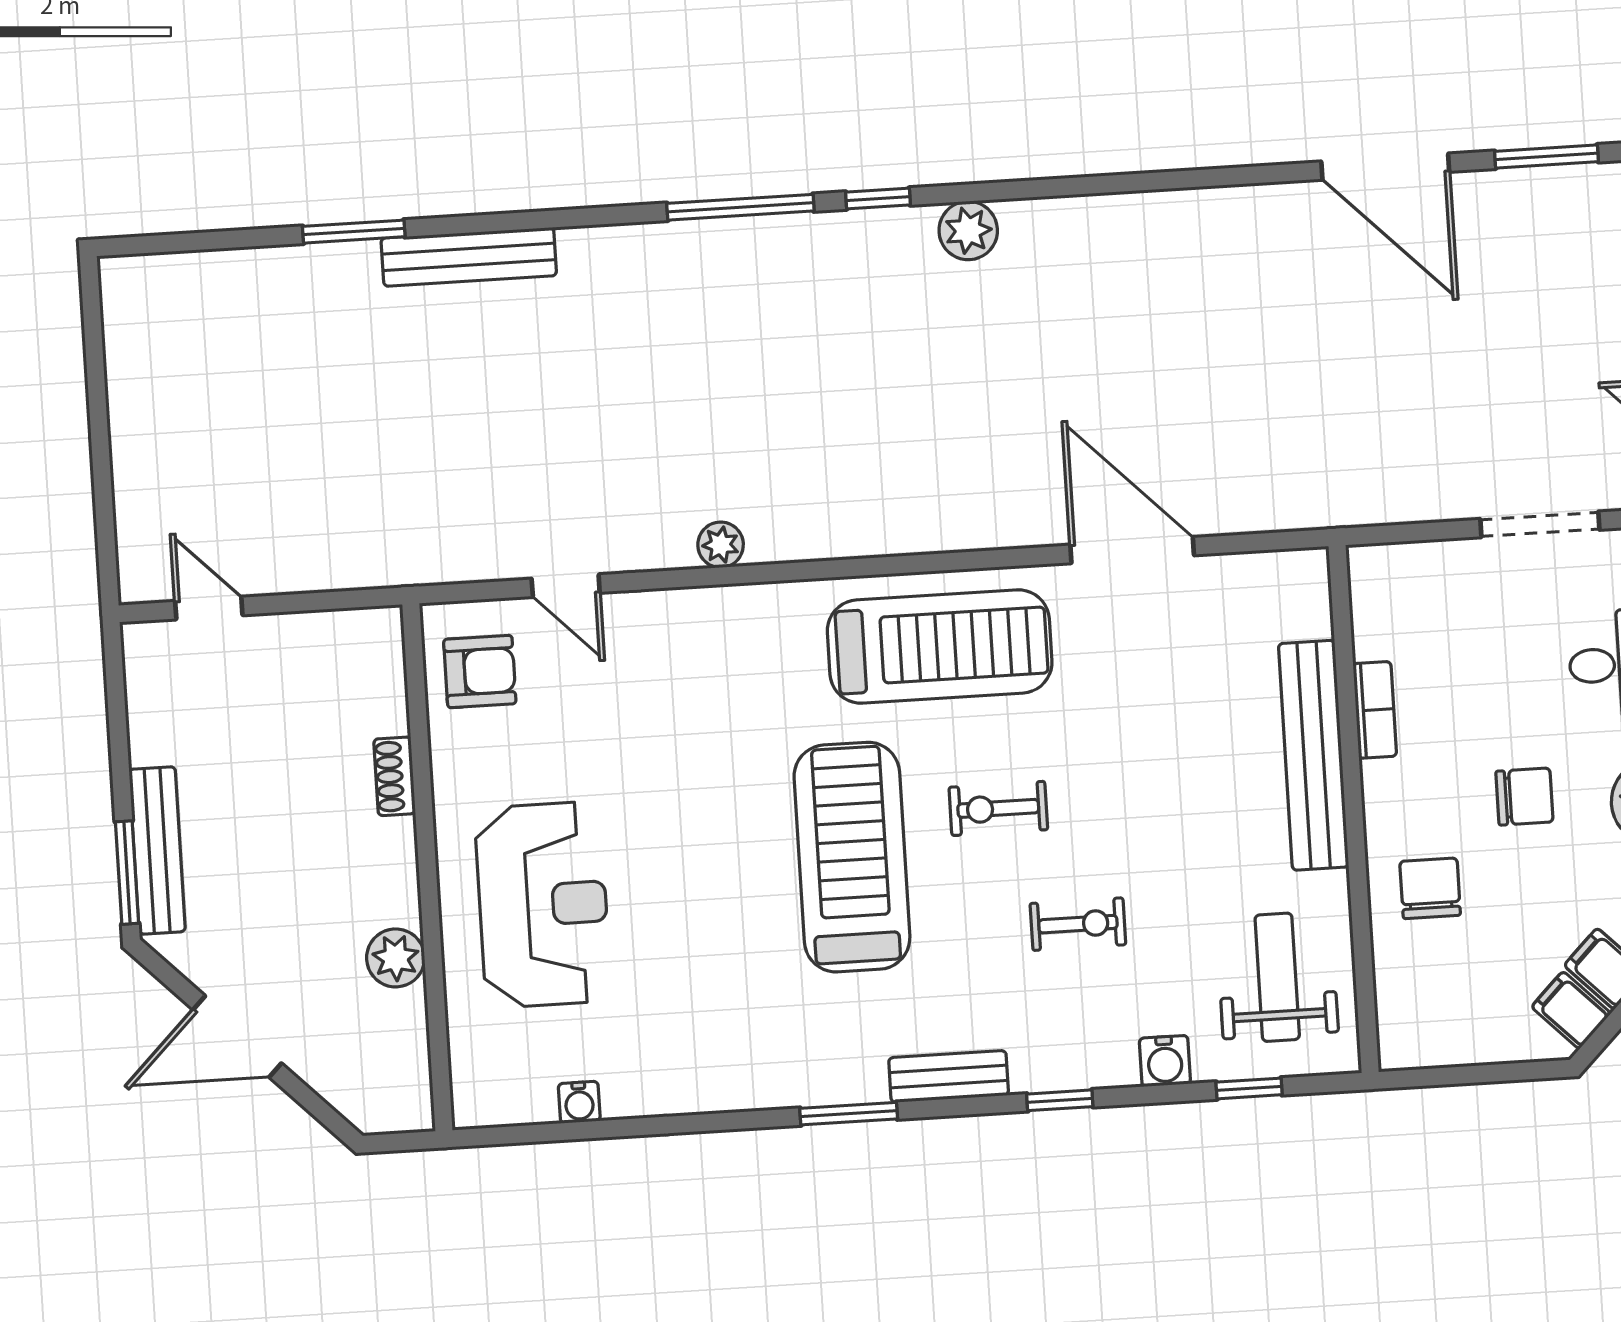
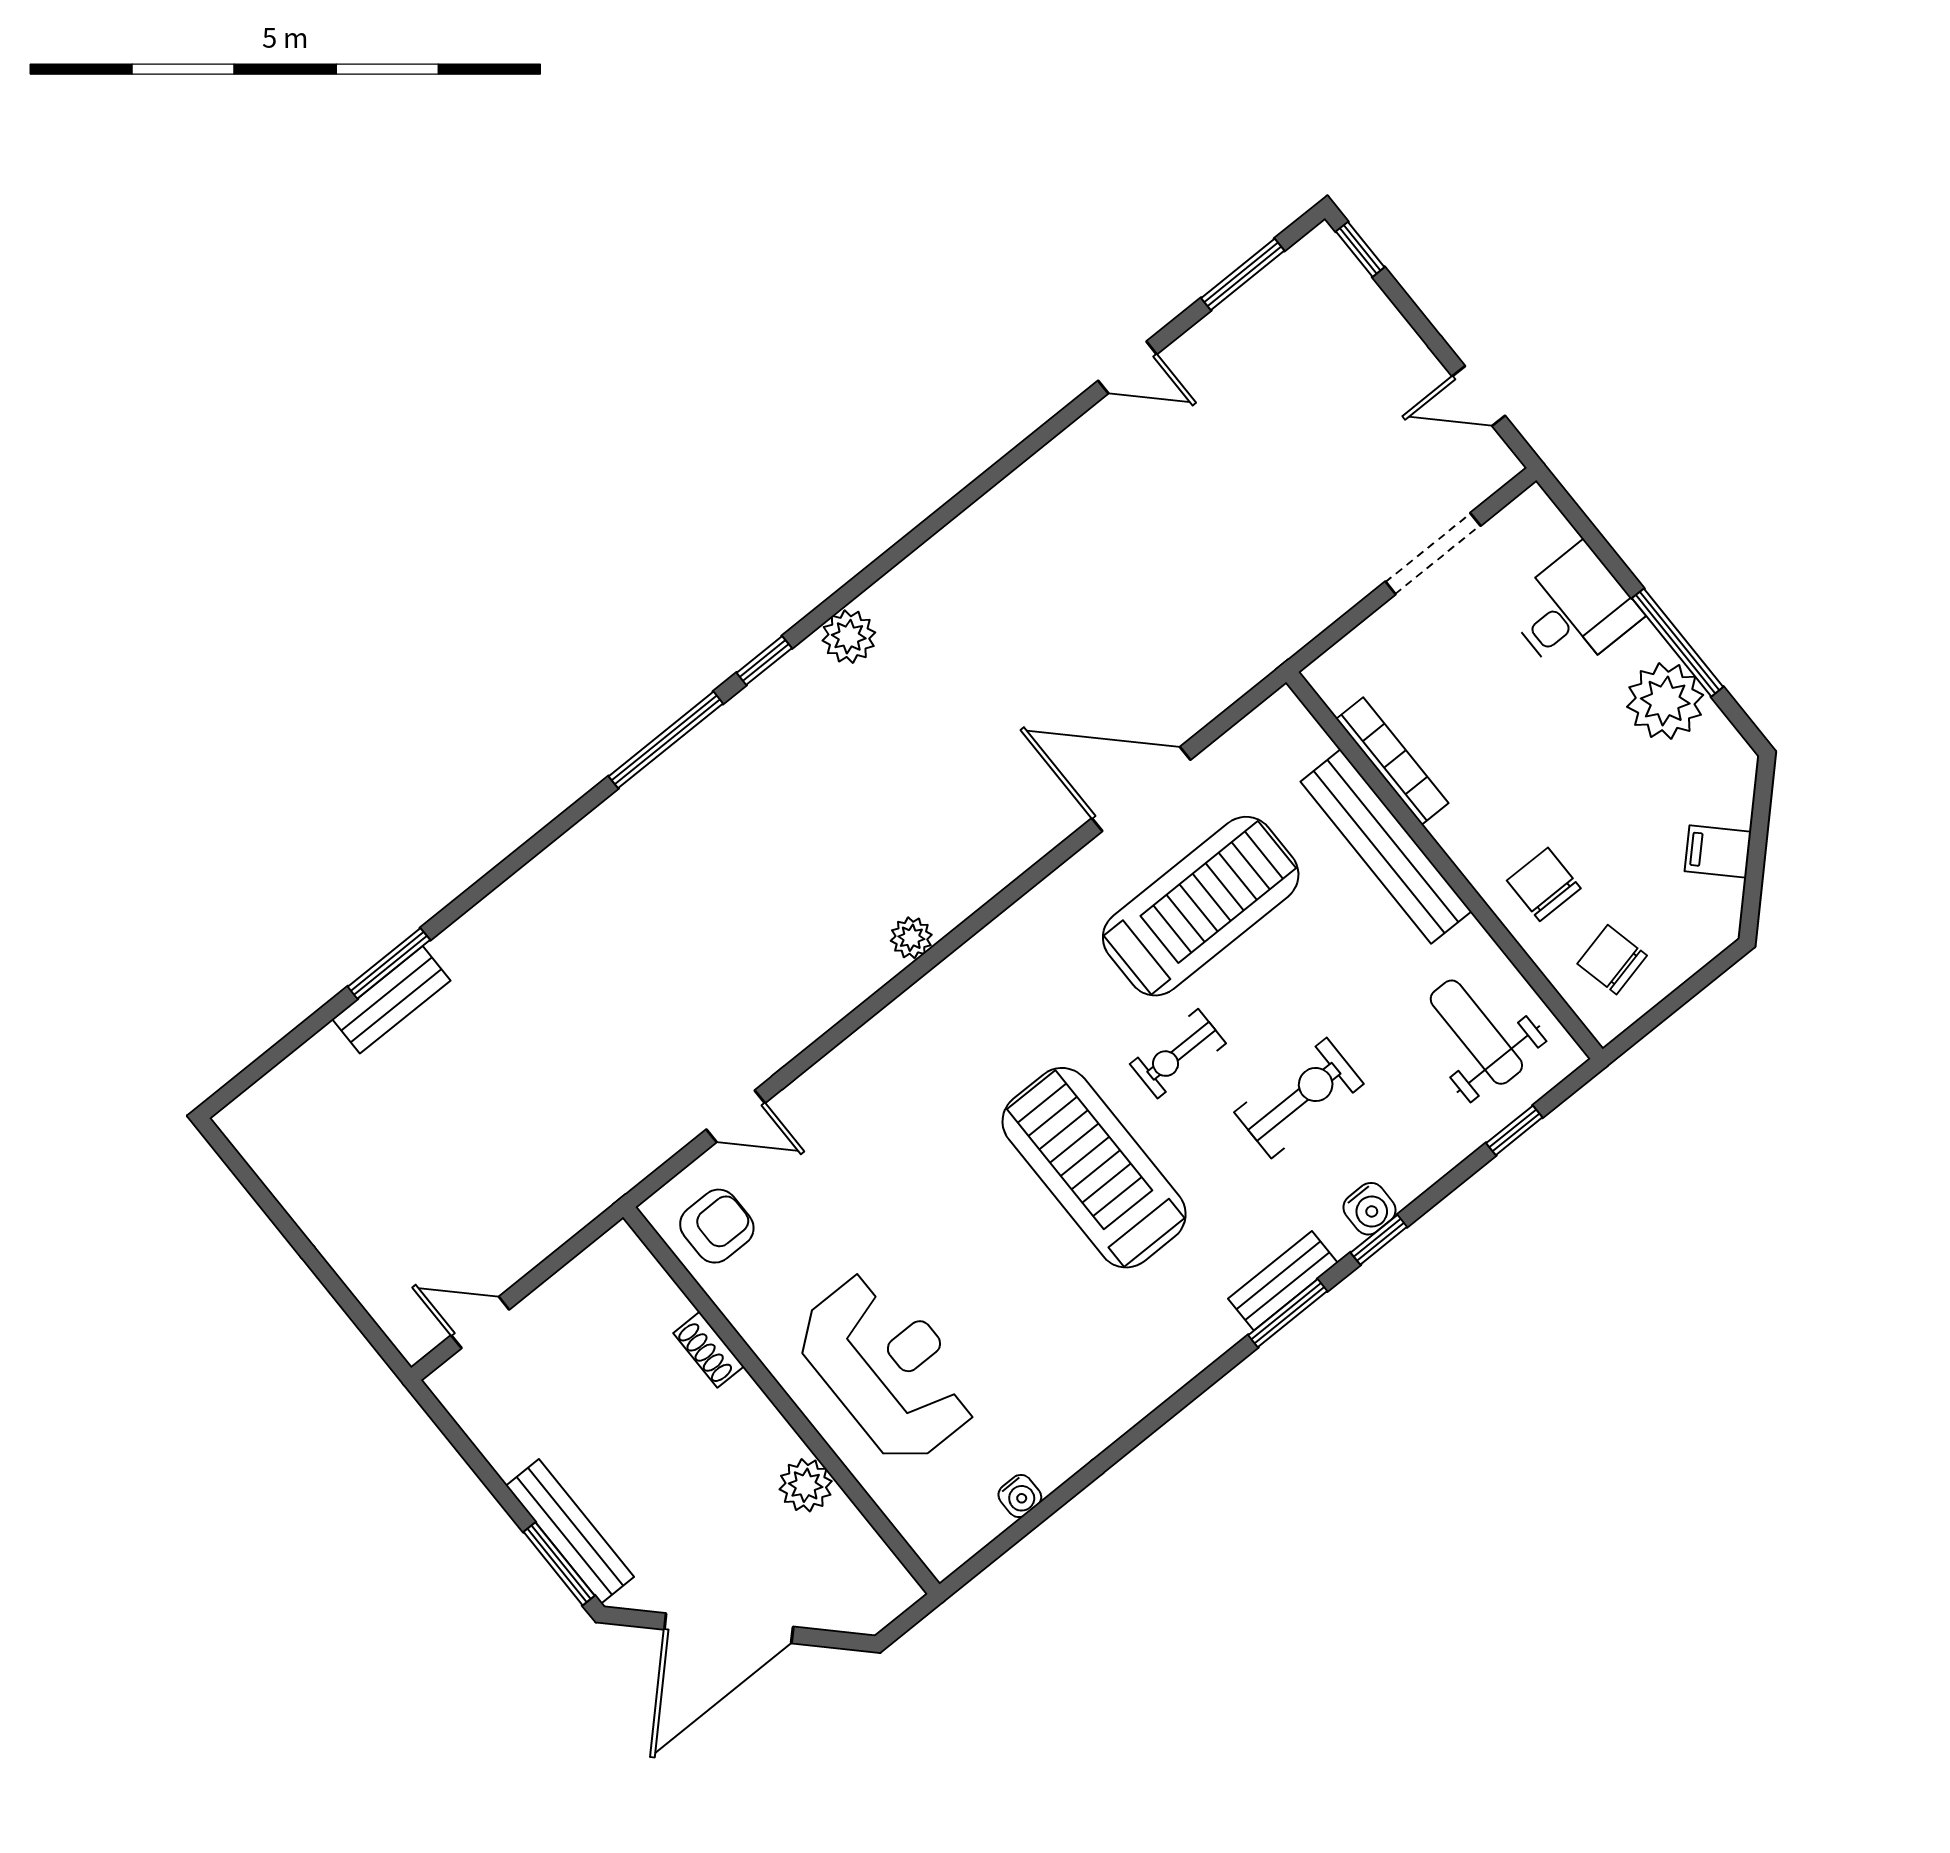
door: (1385, 167) -> (1127, 367), width x0.53
bench: (469, 257) -> (391, 1000), moved, width x0.73
plant: (721, 545) -> (911, 938), moved
treadmill: (940, 647) -> (1201, 906), moved
bookcase: (1375, 710) -> (1392, 761), width x1.56
chair: (1524, 797) -> (1612, 960), moved, turned -103
exercise bike: (1078, 924) -> (1299, 1098), width x1.38, depth x1.39
filing cabinet: (1571, 1010) -> (1714, 901), removed
door: (237, 1037) -> (729, 1628), width x1.36
water cooler: (1165, 1061) -> (1370, 1209), moved
window: (849, 1114) -> (1288, 1313), moved

